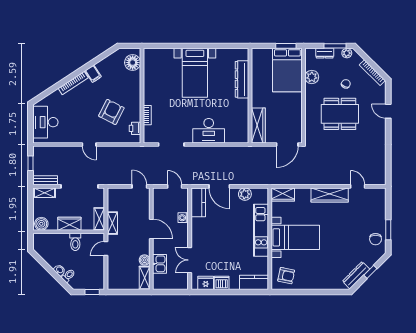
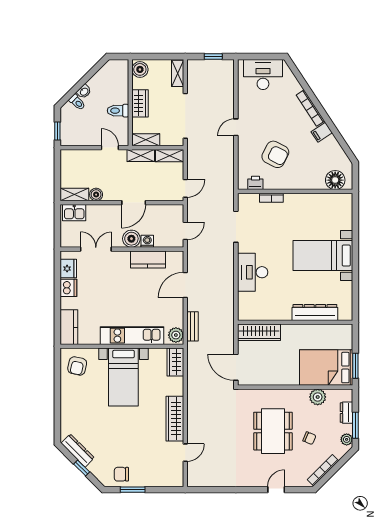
bench: (45, 180) -> (193, 326), moved
plant: (245, 194) -> (176, 335), moved
shelving: (112, 199) -> (170, 156), added
kitchen counter: (198, 202) -> (148, 259), moved
boiler: (181, 231) -> (131, 239), added
kitchen sink: (160, 264) -> (74, 213), moved

